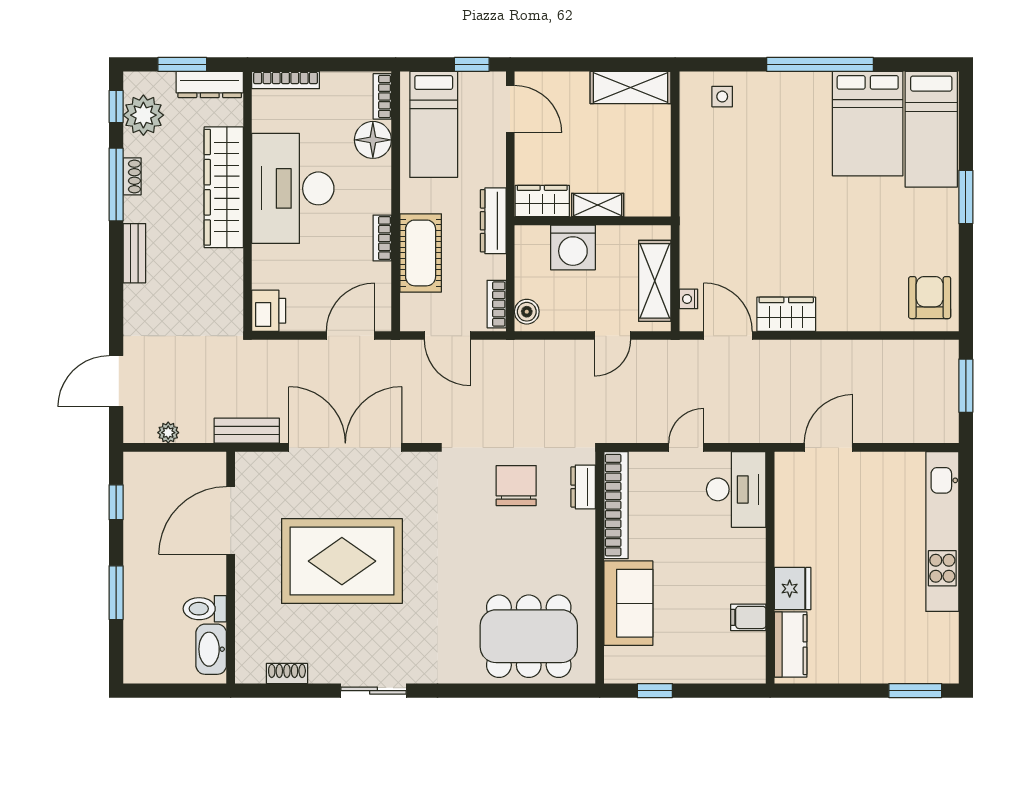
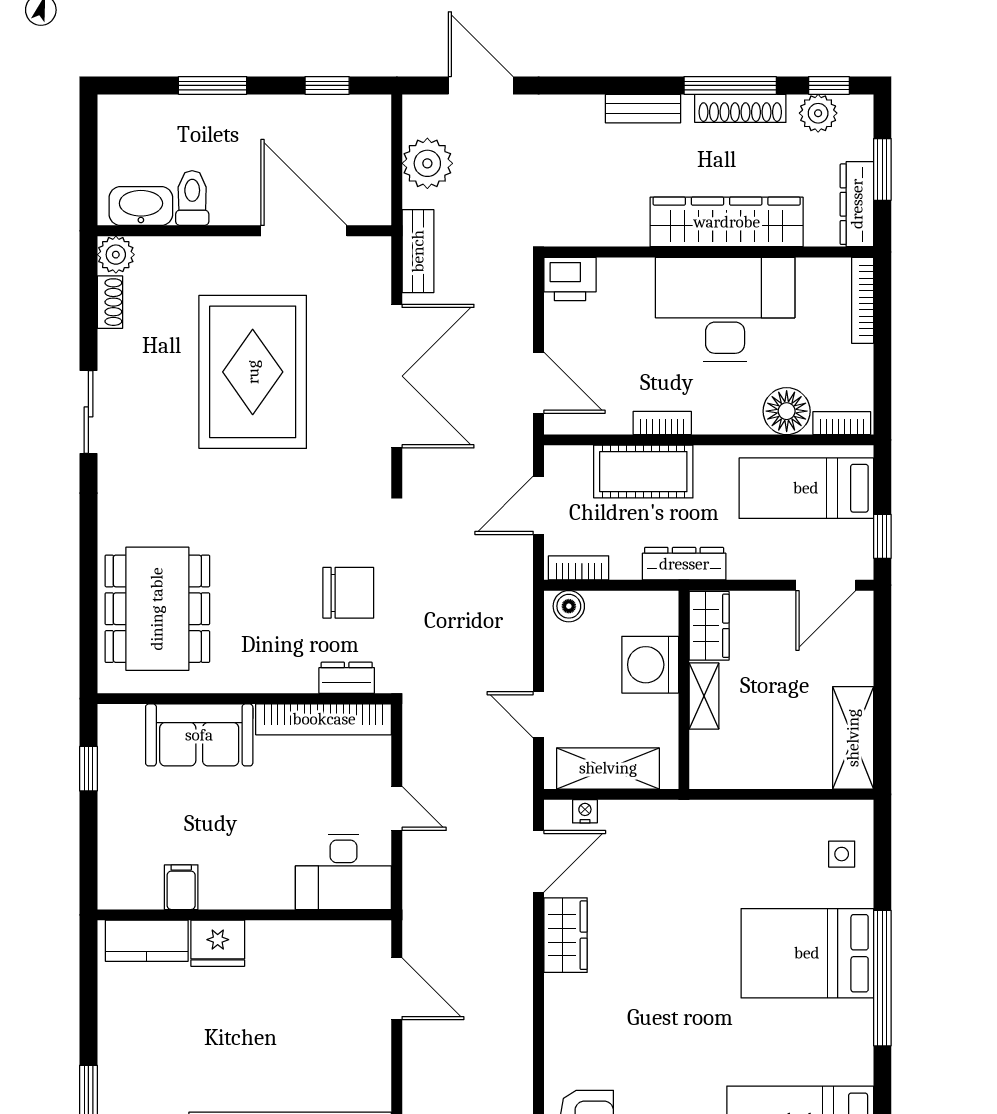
plant: (143, 115) -> (818, 113), width x0.73, depth x0.73
bed: (868, 124) -> (807, 953), moved
shoe rack: (132, 176) -> (740, 108), width x1.94, depth x1.24
plant: (168, 433) -> (427, 163), width x1.88, depth x1.88
plant: (249, 669) -> (116, 255), added

